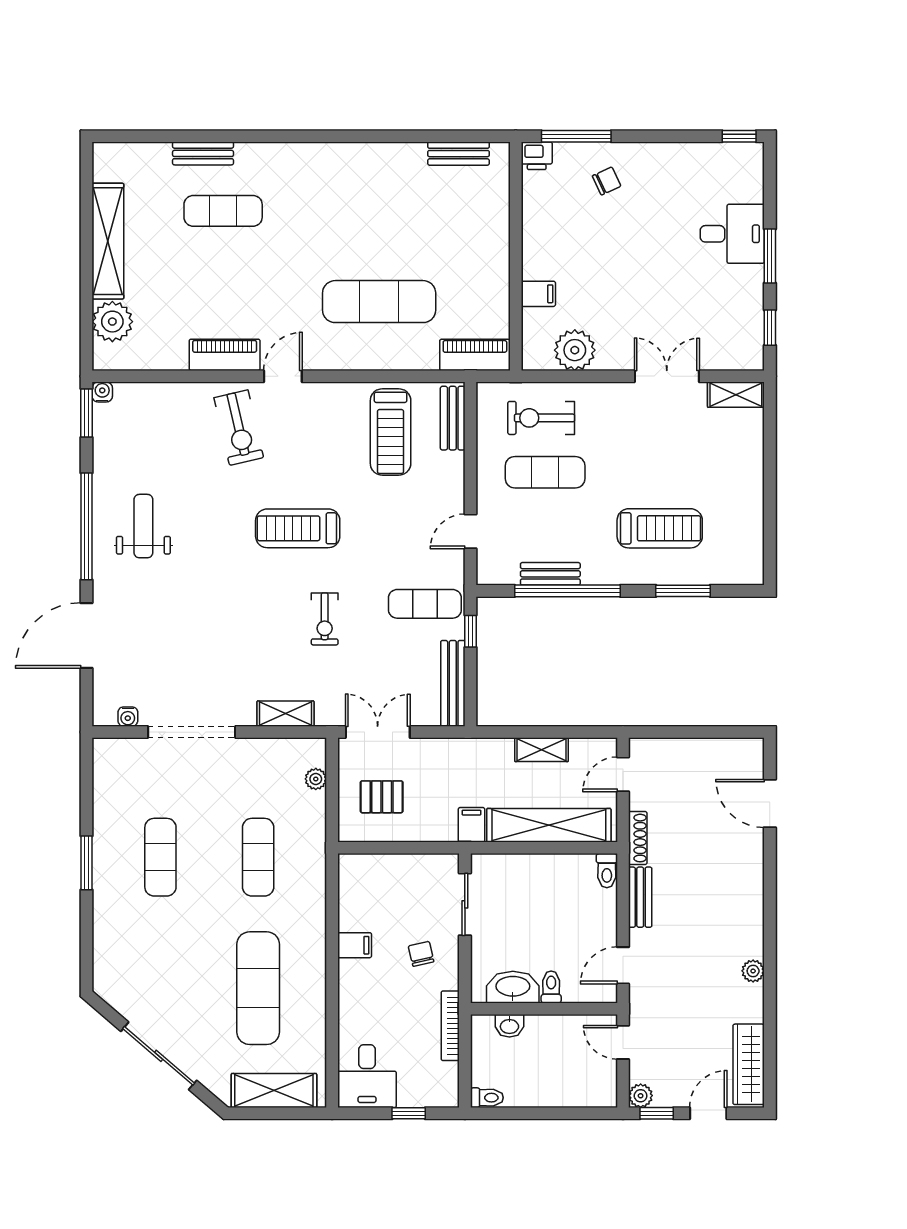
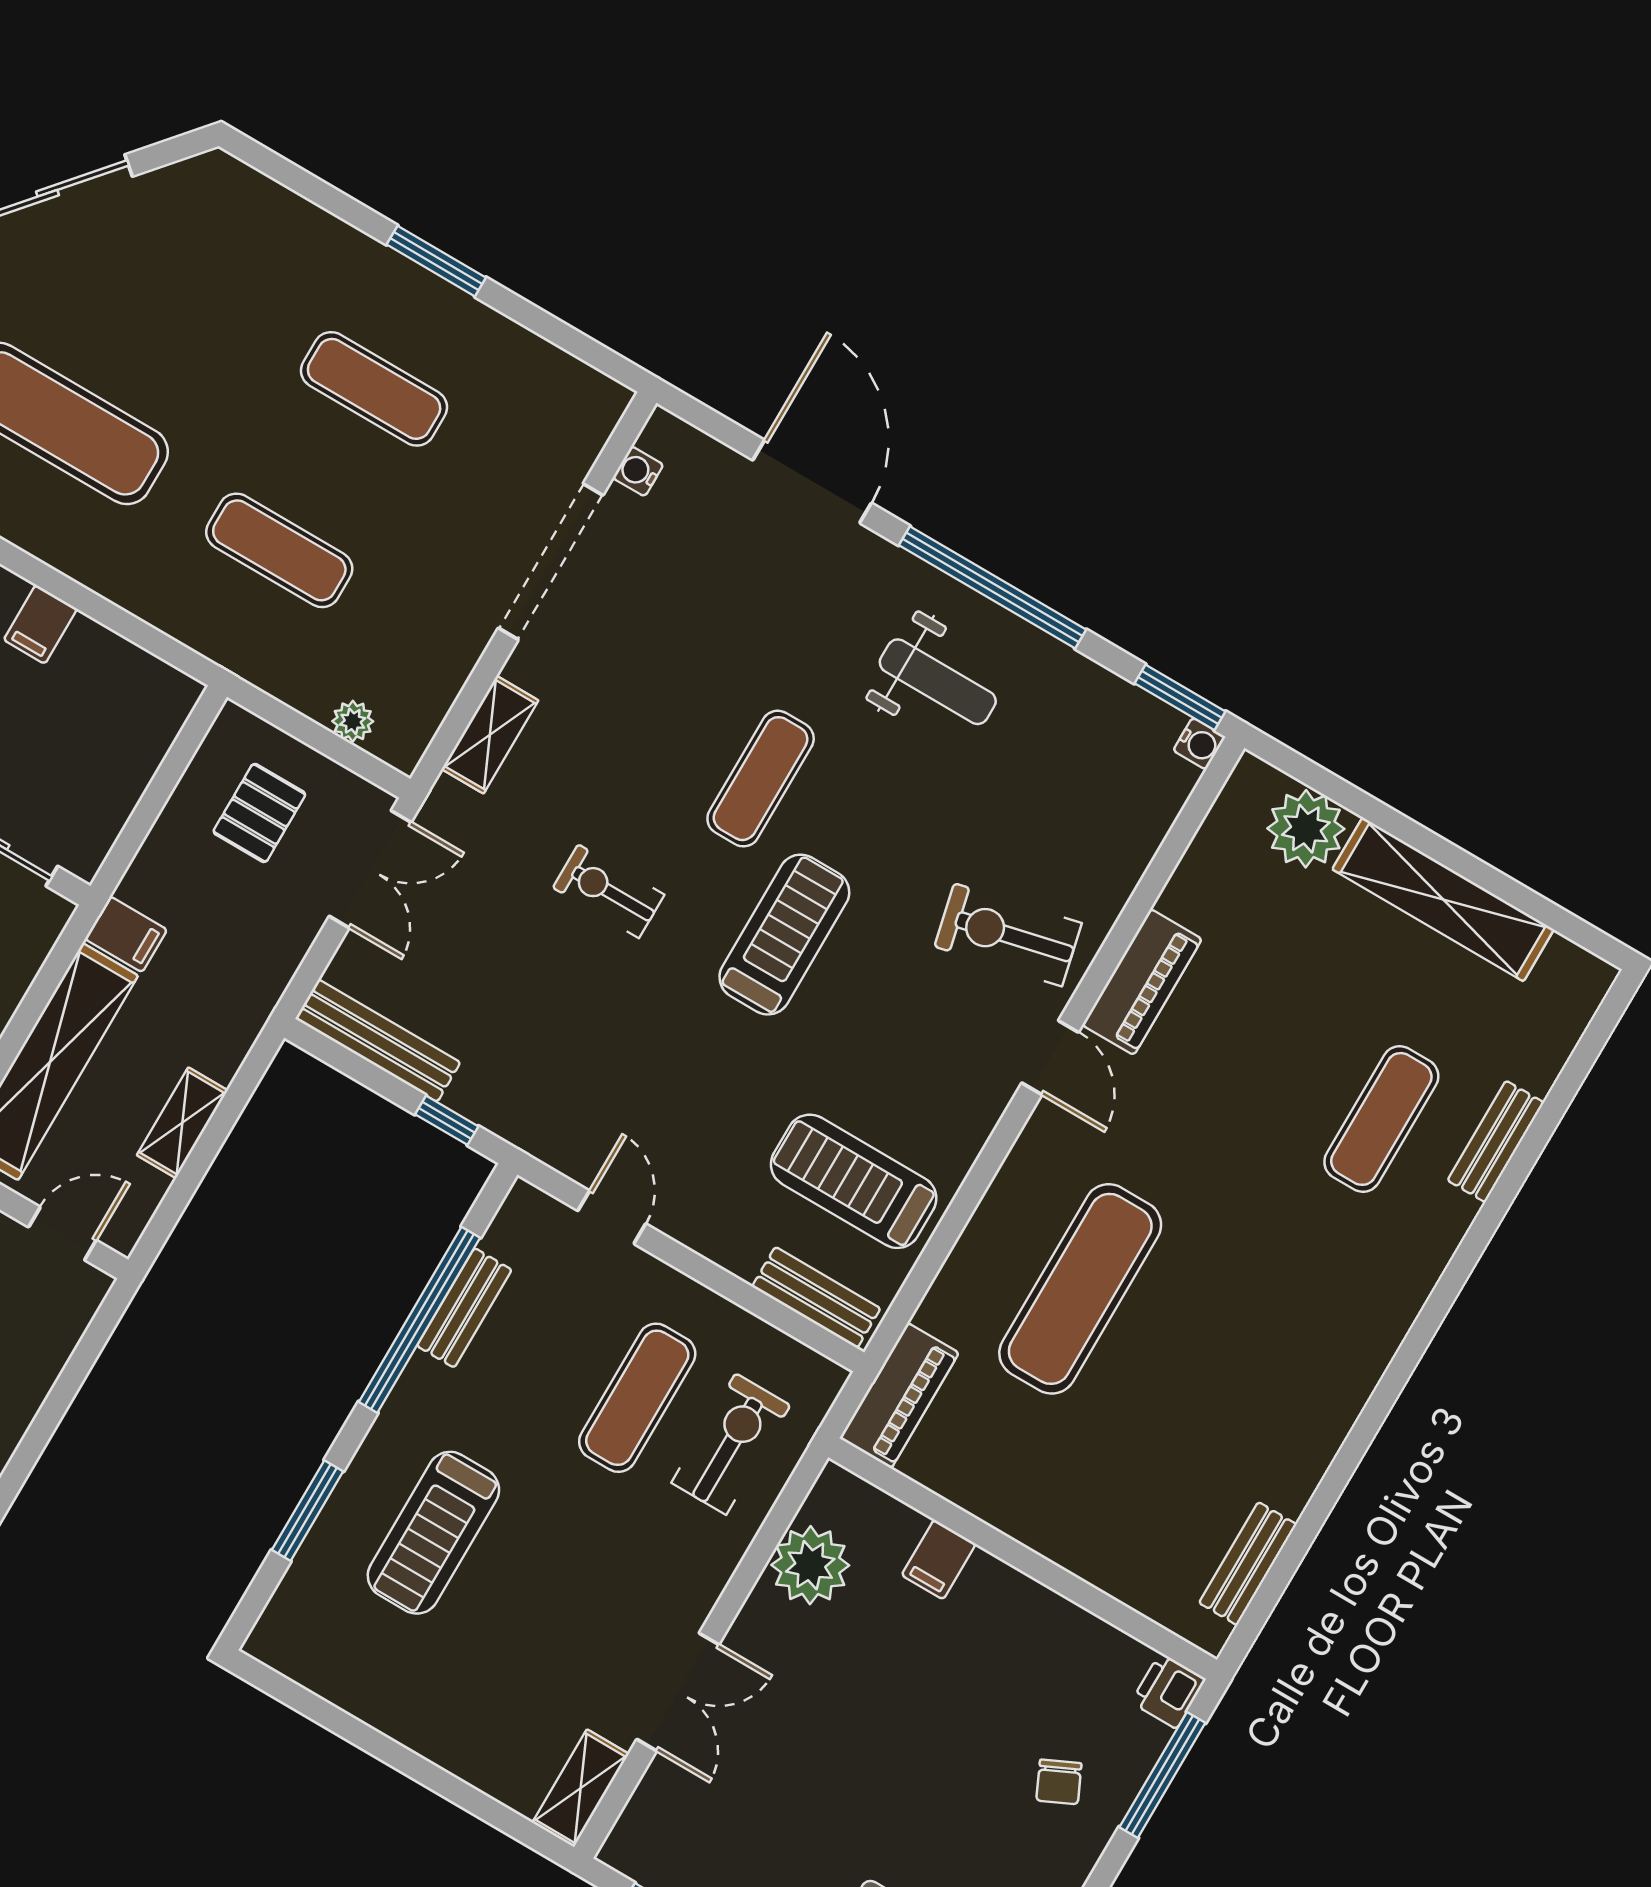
exercise mat: (425, 604) -> (761, 779), moved
door: (623, 774) -> (62, 1234), hinge flipped

